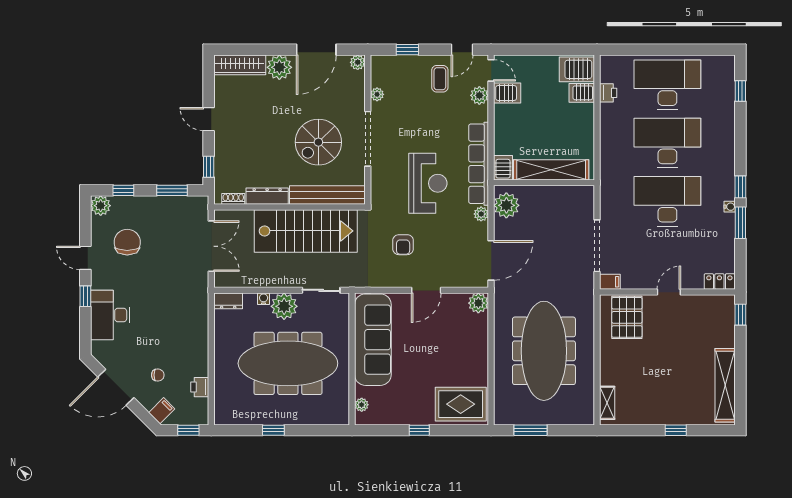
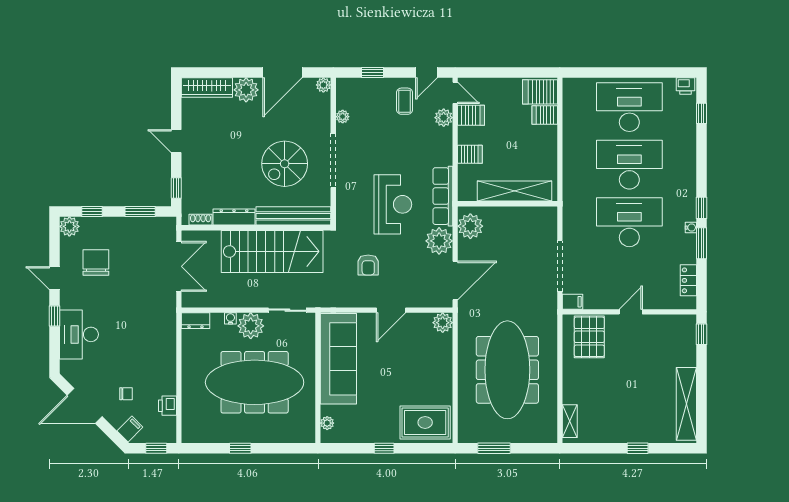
printer: (608, 93) -> (686, 86), moved, turned 90
row of seats: (479, 164) -> (443, 196), width x0.73
server rack: (503, 168) -> (470, 154), moved, turned 90
plant: (481, 214) -> (439, 241), width x1.88, depth x1.88
locker: (719, 281) -> (688, 280), moved, turned -90

